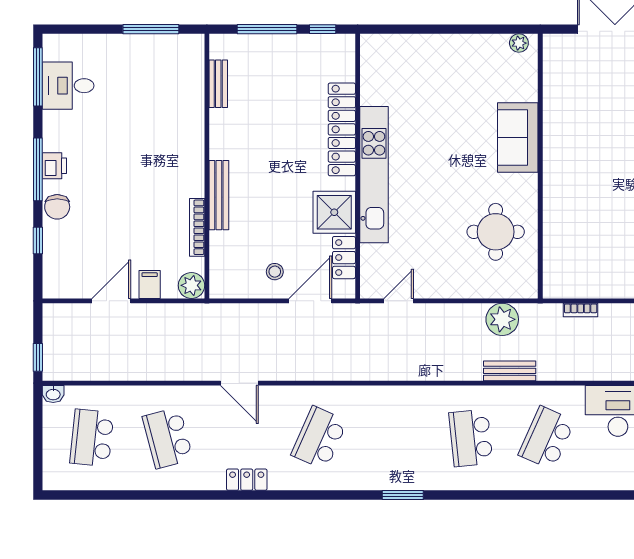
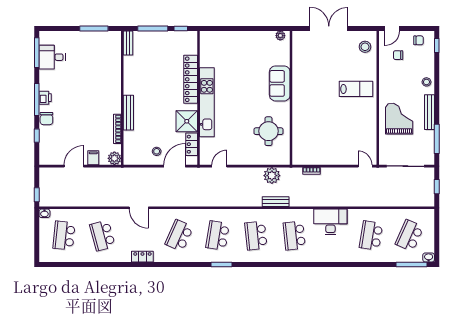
bench: (218, 84) -> (128, 43), moved
school desk: (395, 438) -> (218, 236), added
school desk: (547, 438) -> (294, 236), turned -30

